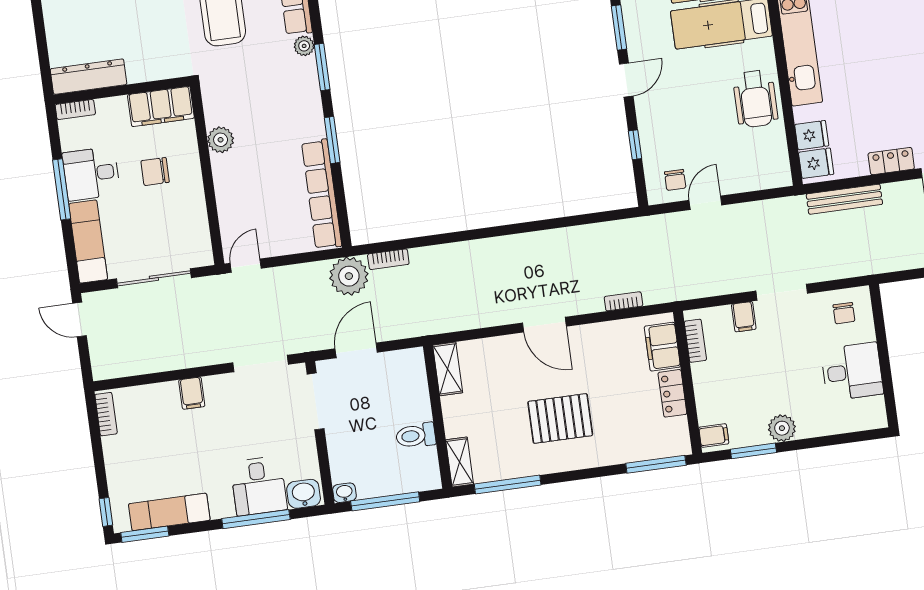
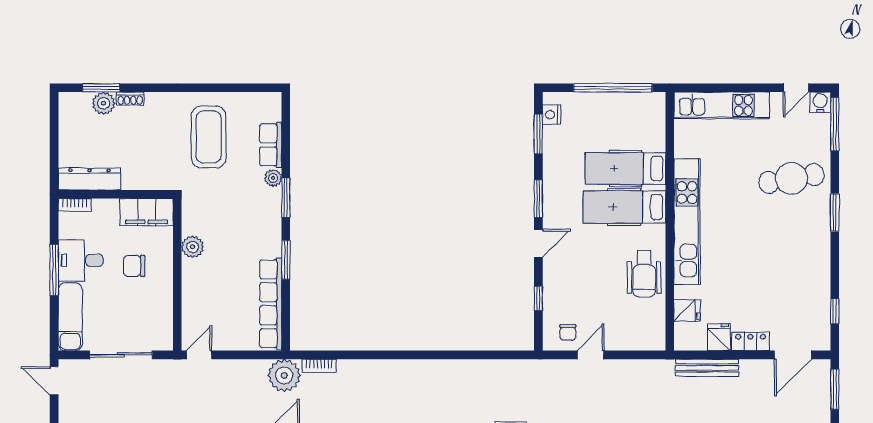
fridge: (816, 163) -> (719, 337), moved, turned -90

